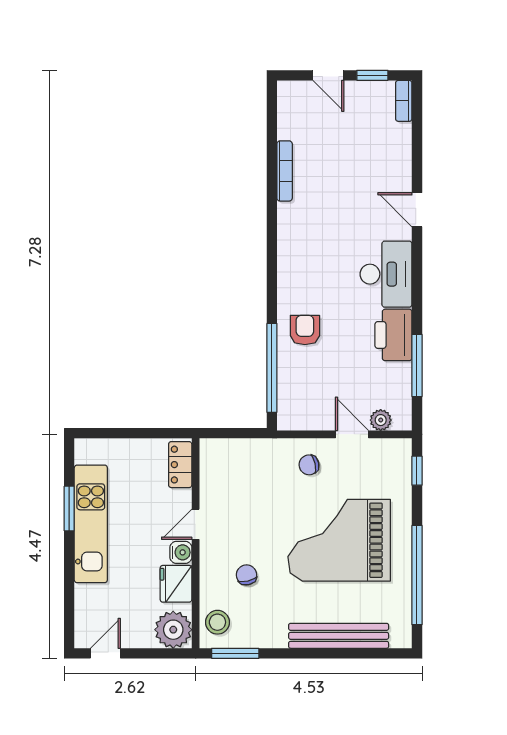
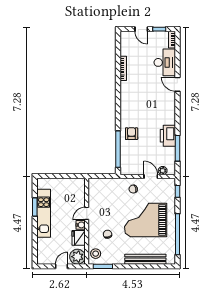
desk: (386, 274) -> (165, 62), moved
locker: (180, 465) -> (80, 189), removed
door: (105, 653) -> (62, 266), moved

